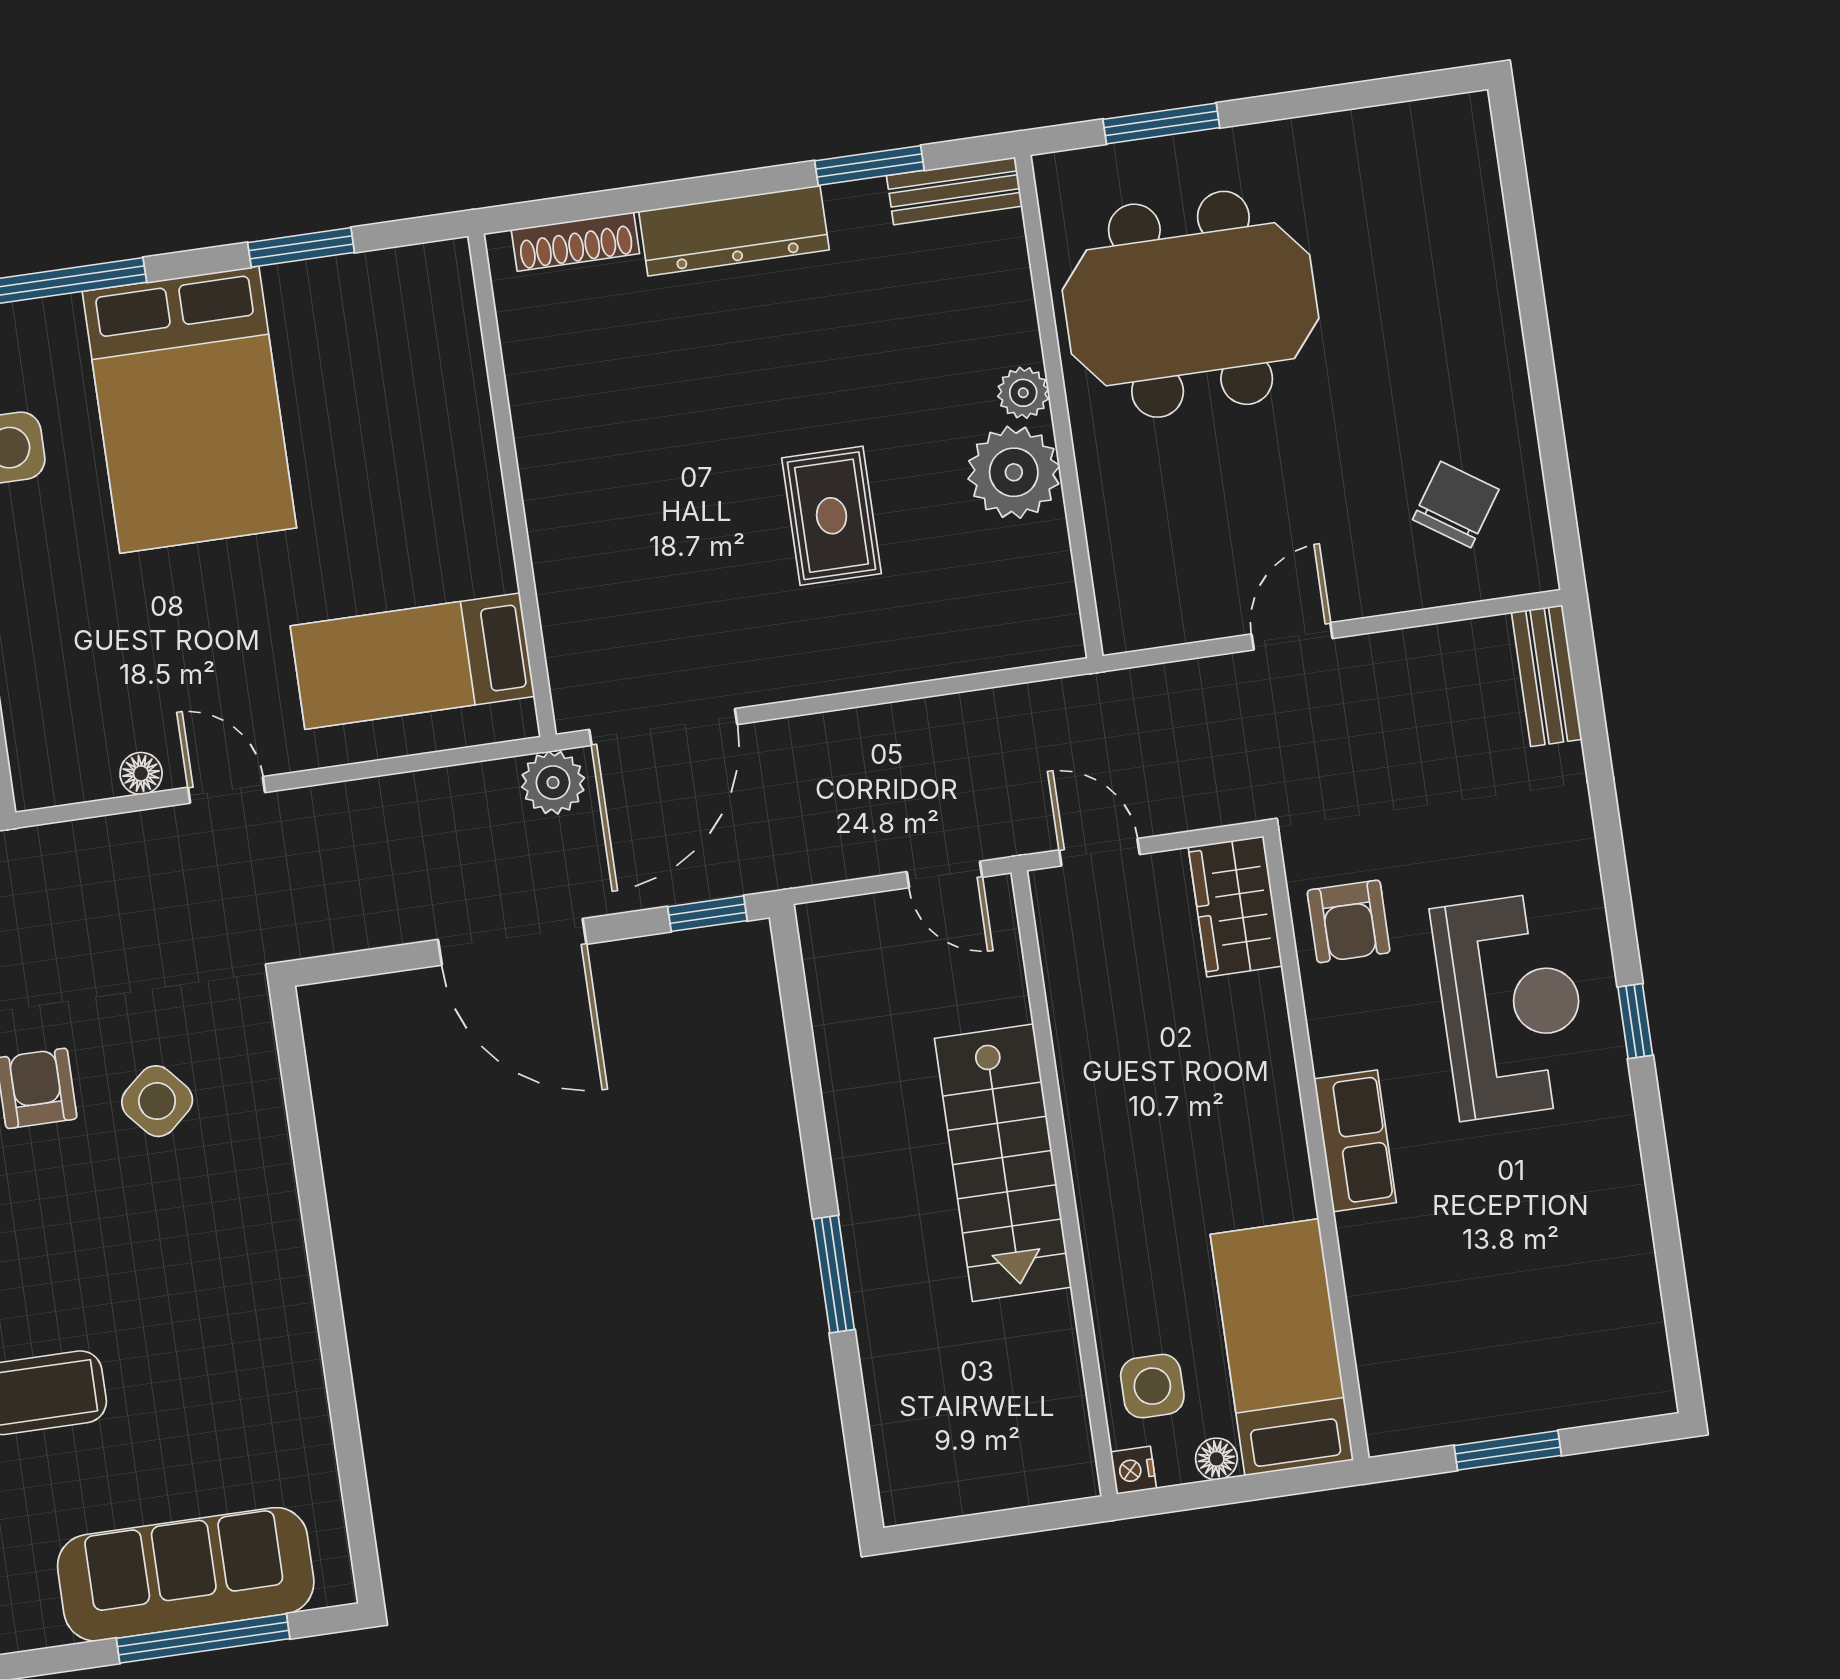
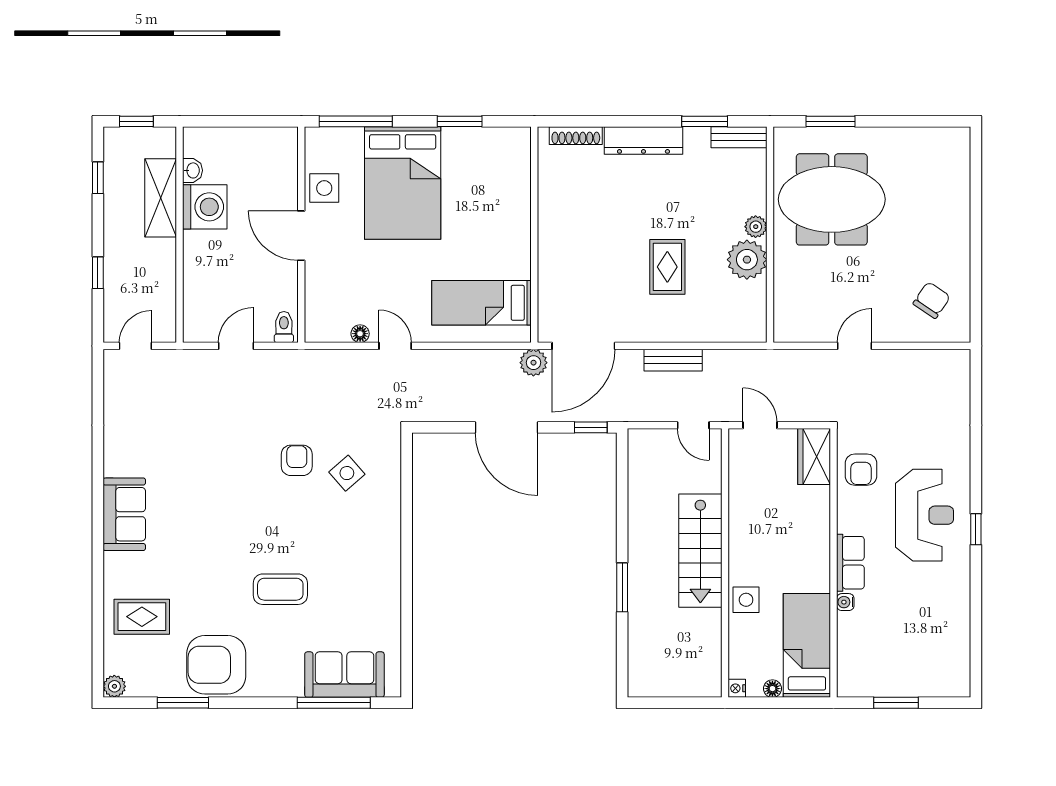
bench: (1547, 676) -> (673, 360), moved, turned 90
water cooler: (1356, 1234) -> (845, 602), added
side table: (1152, 1386) -> (746, 600), moved
sofa: (186, 1574) -> (344, 675), width x0.73

